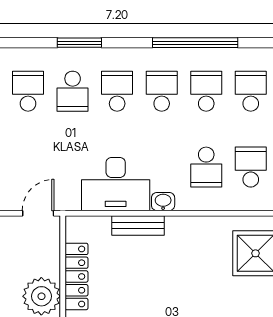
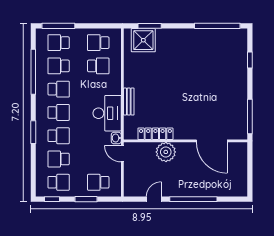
school desk: (117, 91) -> (59, 112), turned 180
school desk: (162, 91) -> (59, 89), turned 180
washbasin: (163, 202) -> (116, 138), moved

